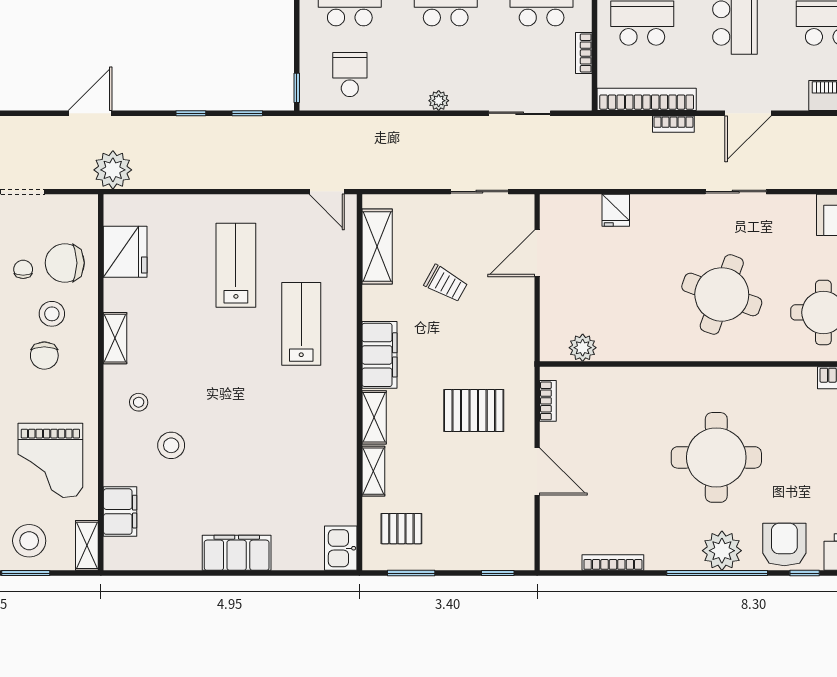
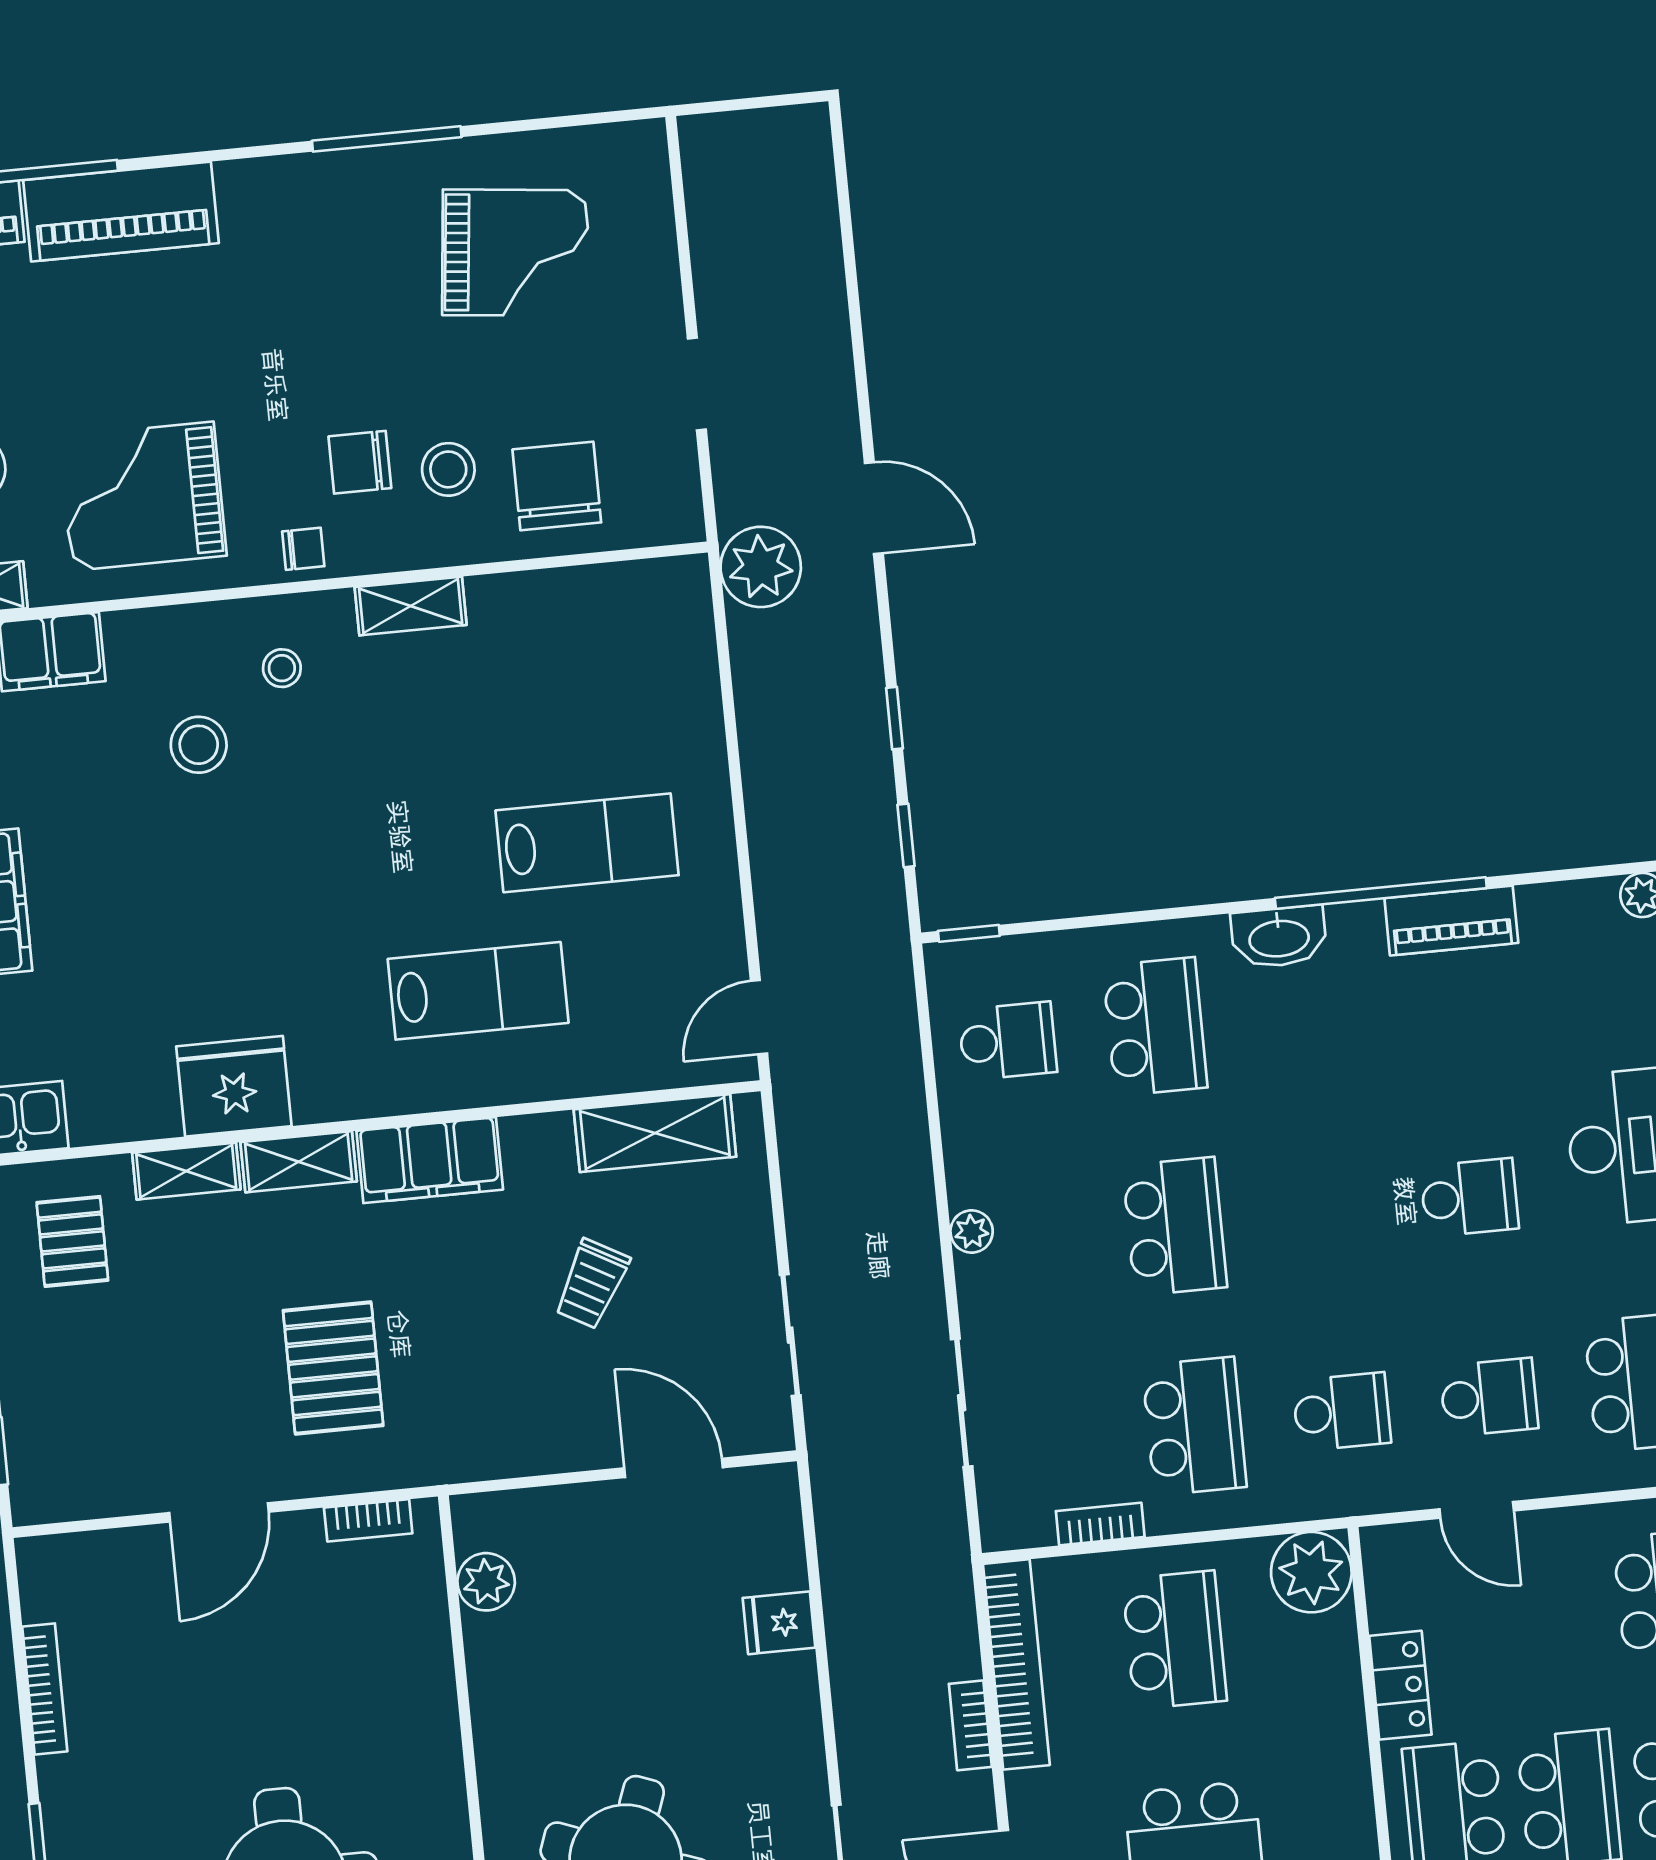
fridge: (125, 252) -> (234, 1086), moved, turned 180
chair: (23, 269) -> (303, 549), moved

